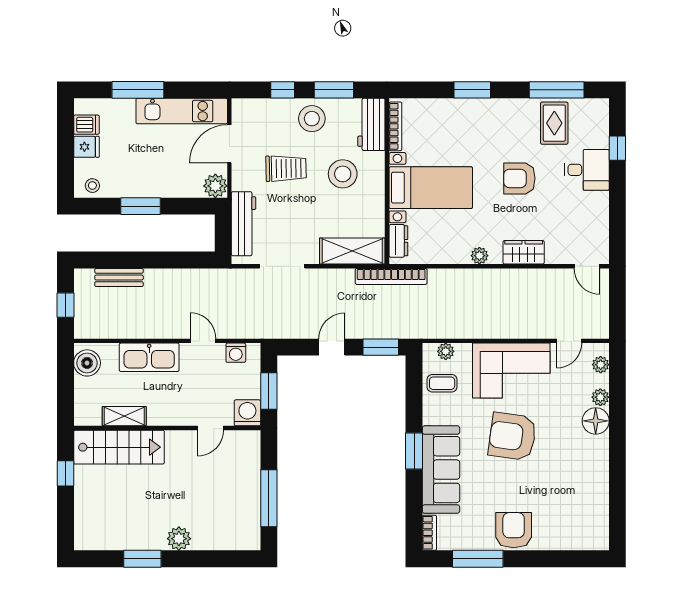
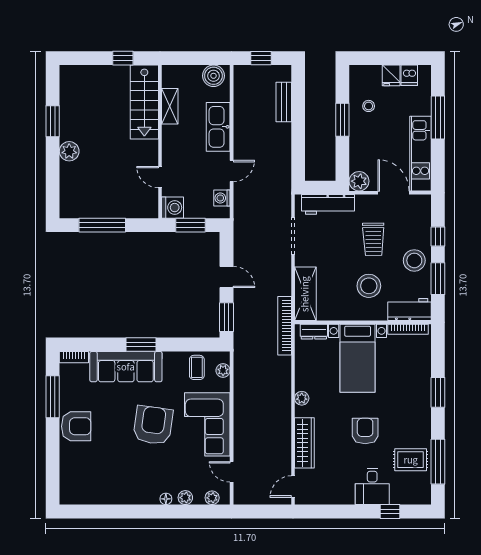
stool: (92, 186) -> (369, 106), moved
wardrobe: (524, 252) -> (304, 443), width x1.50
floor lamp: (596, 421) -> (166, 499), width x0.53, depth x0.53

